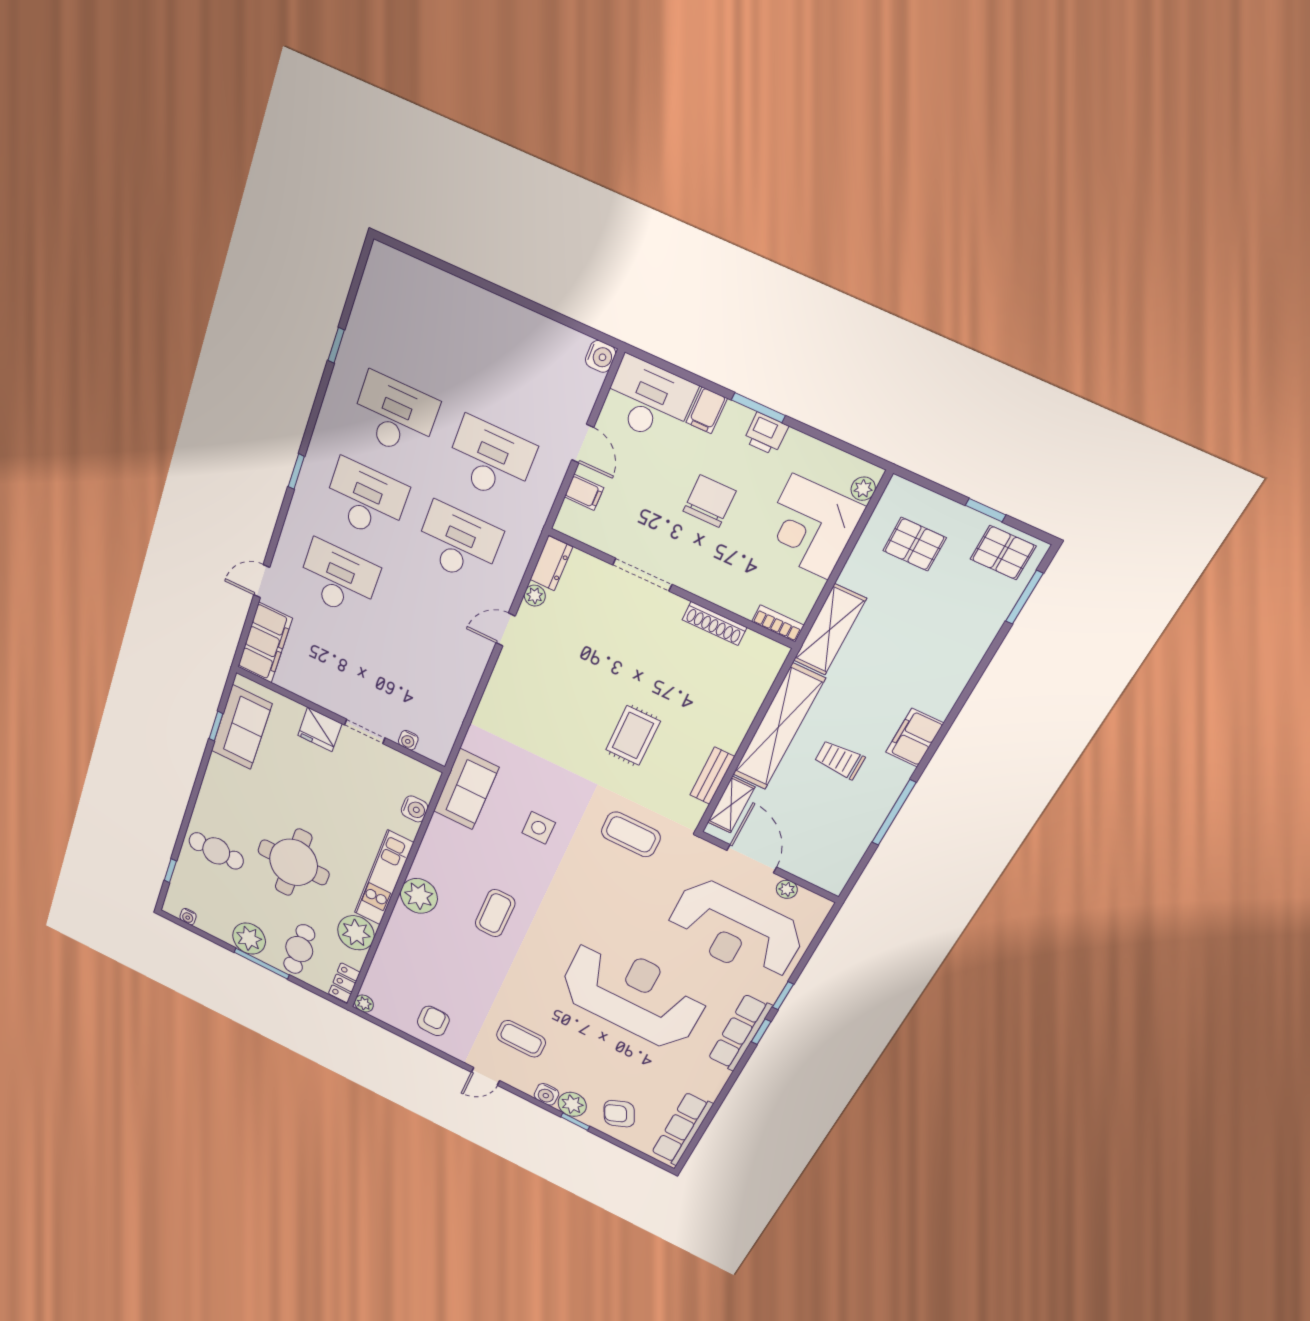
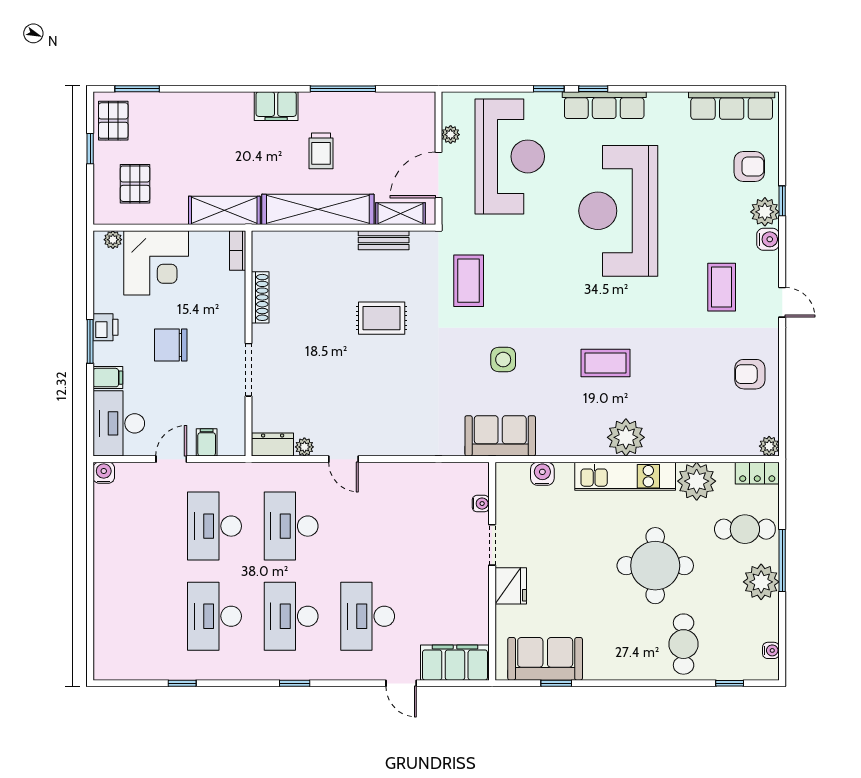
armchair: (619, 1114) -> (749, 166), turned -65

